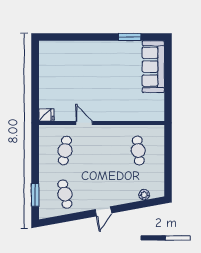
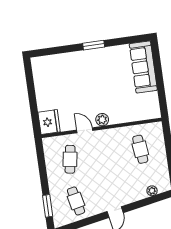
window: (130, 37) -> (94, 45), moved
fridge: (46, 115) -> (49, 122), width x1.88, depth x1.34
plant: (104, 115) -> (102, 120), added

